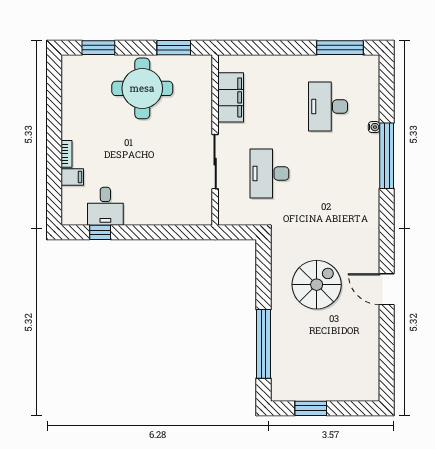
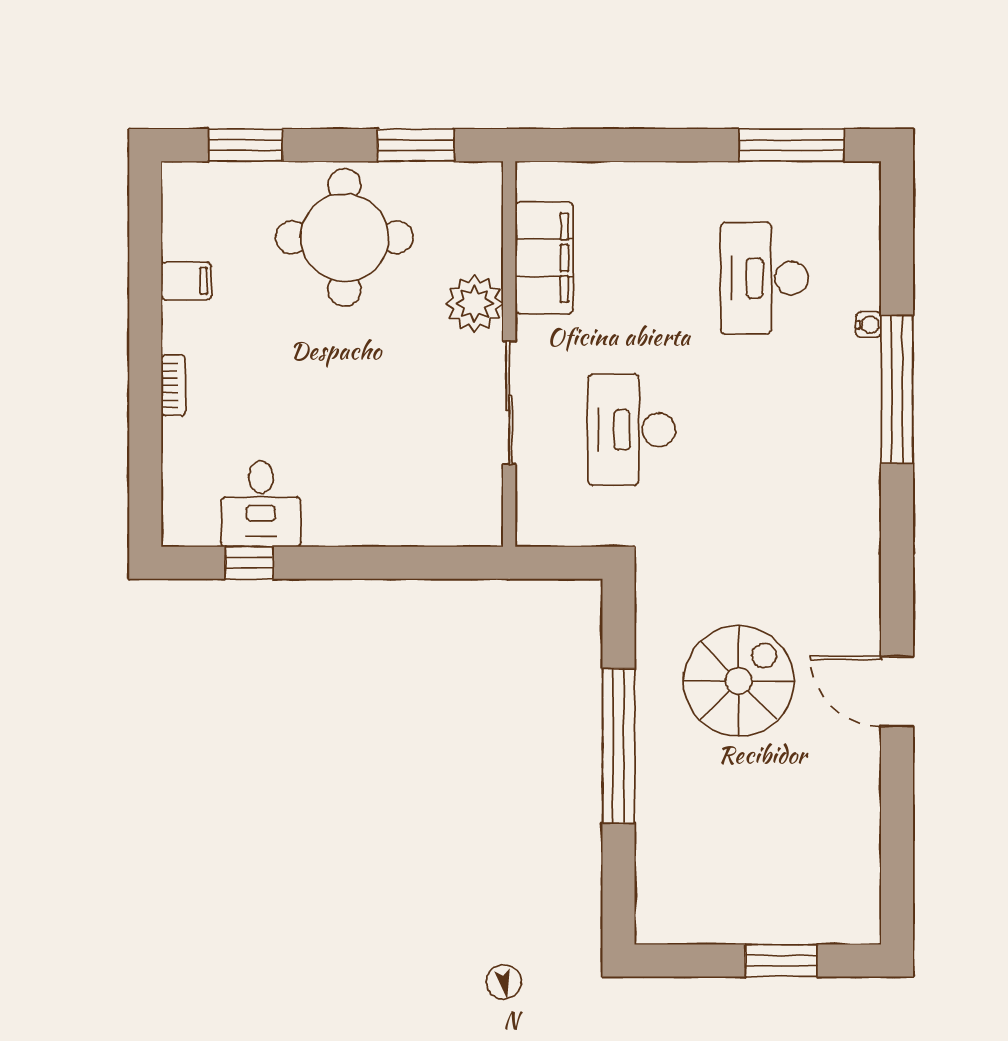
plant: (200, 118) -> (475, 303), added
filing cabinet: (72, 177) -> (186, 281), moved
window: (264, 344) -> (619, 746), moved
window: (311, 408) -> (781, 961), moved

